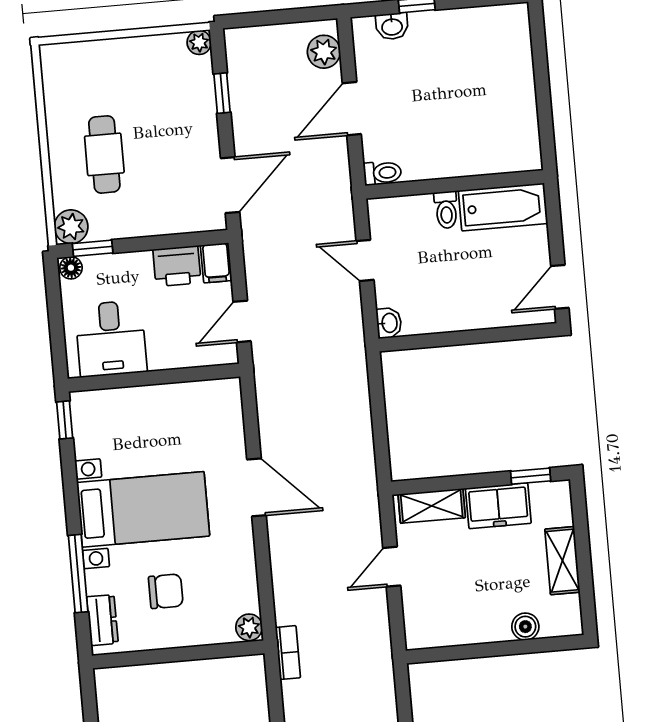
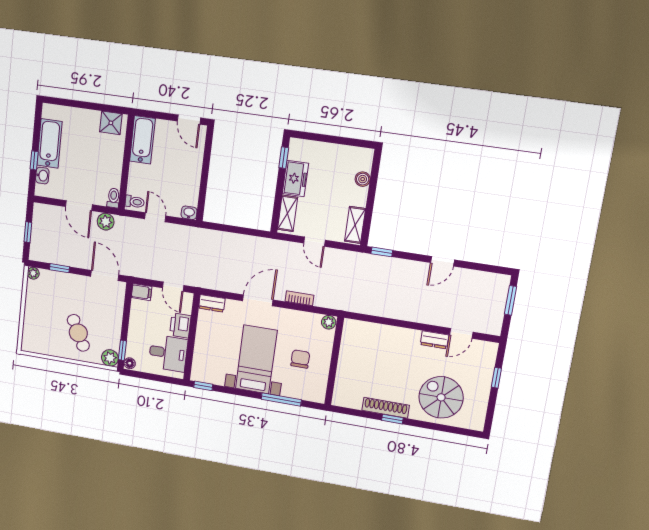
window: (277, 17) -> (28, 232), added
bathtub: (456, 29) -> (49, 143), added
plant: (324, 52) -> (106, 222), moved
shower: (521, 141) -> (111, 123), added
cafe table: (104, 154) -> (78, 333), turned 63
toilet: (446, 210) -> (135, 202), moved
door: (365, 260) -> (155, 217), swing flipped
printer: (177, 266) -> (180, 325), moved, turned 180
shelving: (562, 561) -> (355, 225), moved, turned 90
dresser: (102, 620) -> (212, 303), moved, turned 180
bookcase: (288, 653) -> (299, 298), moved
window: (403, 692) -> (382, 252), added

